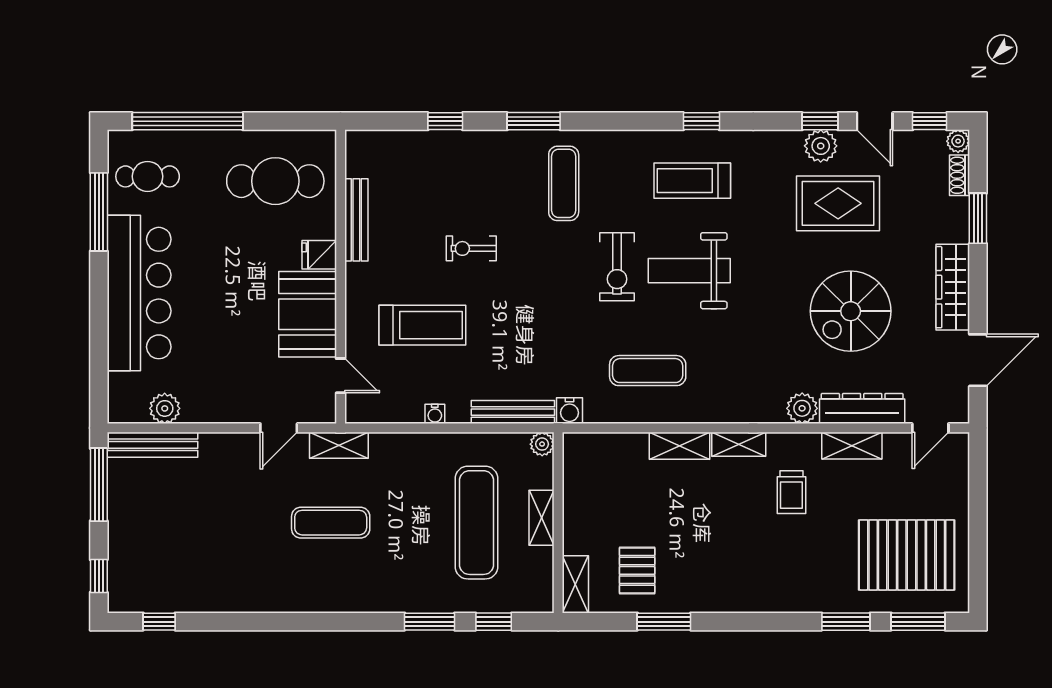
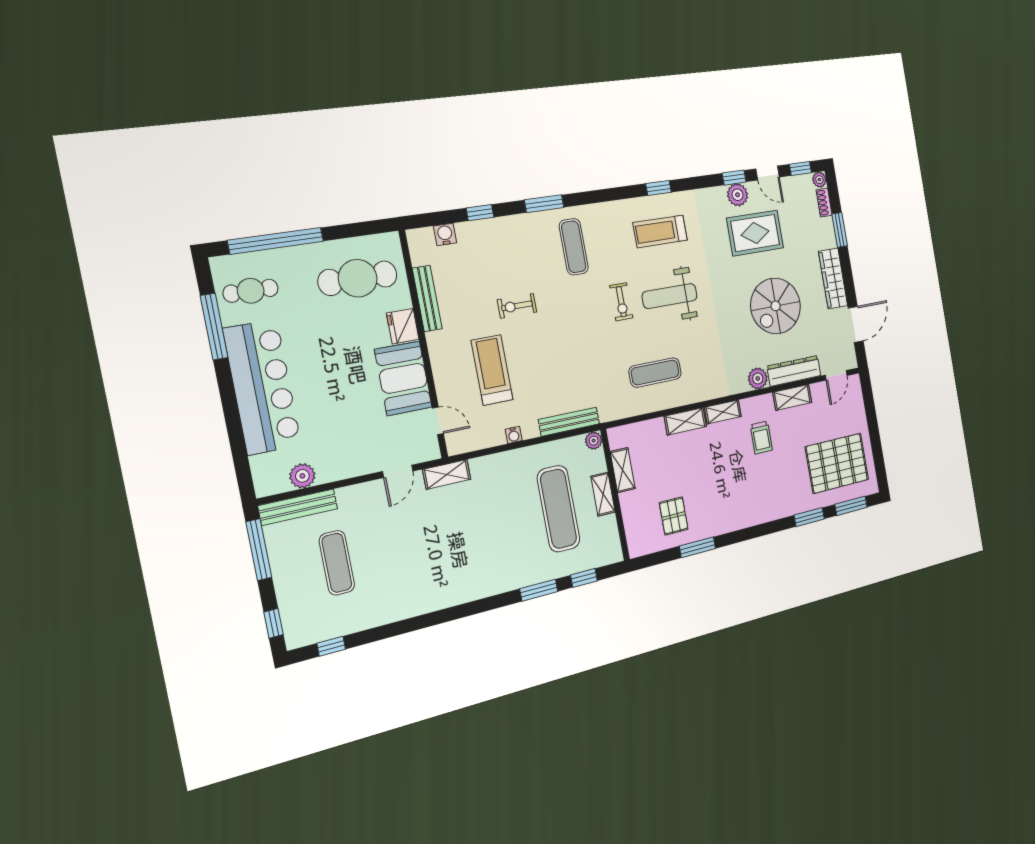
fridge: (319, 255) -> (403, 326), width x1.38
exercise bike: (617, 267) -> (621, 302), width x0.73, depth x0.72
treadmill: (422, 325) -> (492, 370), turned -90
water cooler: (569, 411) -> (445, 234), moved, turned 180
exercise mat: (331, 523) -> (337, 563), moved, turned 90
shelving: (575, 584) -> (623, 470), moved

